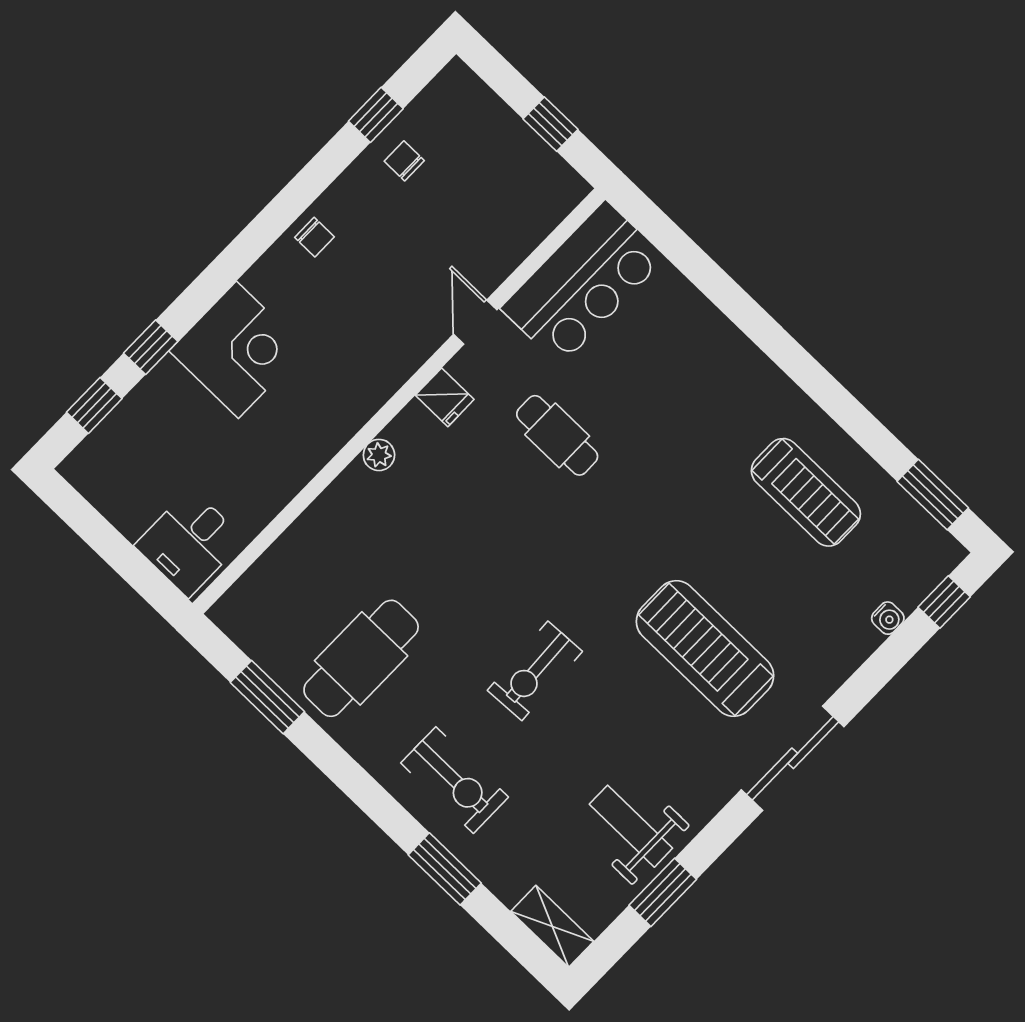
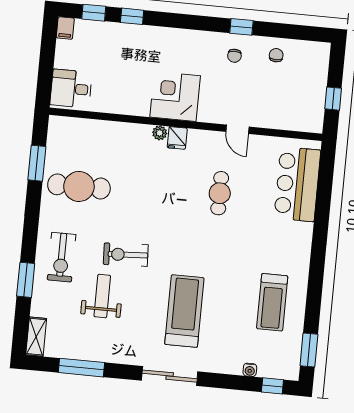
window: (376, 115) -> (241, 27), moved
chair: (315, 237) -> (234, 56), moved
bar counter: (583, 283) -> (297, 184), moved, turned 90
door: (475, 322) -> (237, 129), swing flipped
corner desk: (237, 350) -> (175, 96), moved, turned 180
fridge: (445, 397) -> (177, 138), moved
filing cabinet: (82, 472) -> (65, 28), added
weight bench: (631, 826) -> (102, 296), moved
window: (663, 892) -> (81, 368), width x1.44

